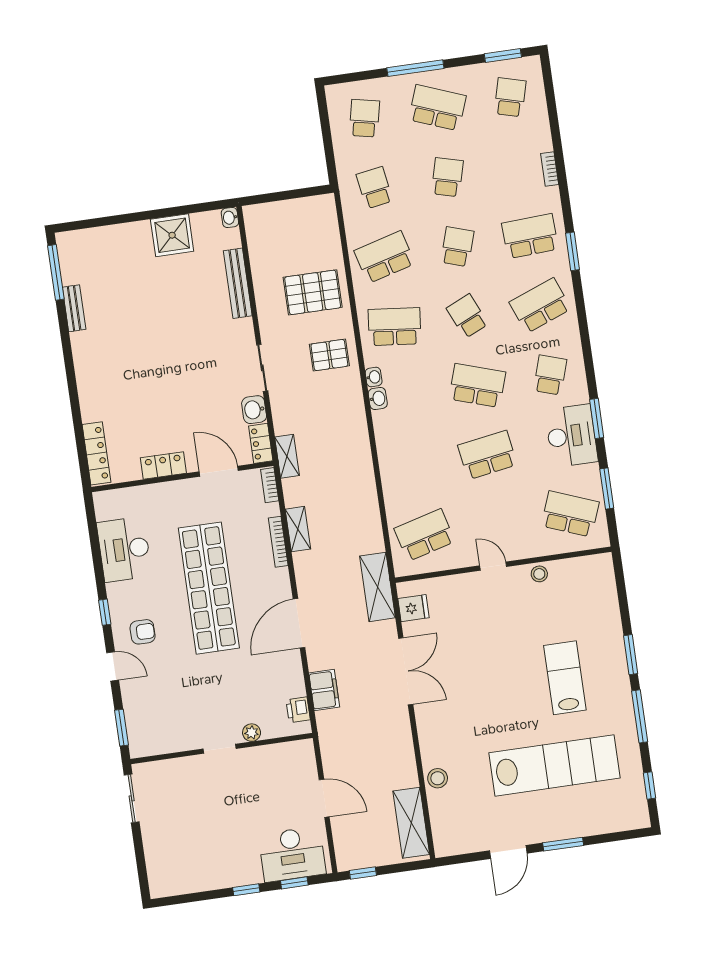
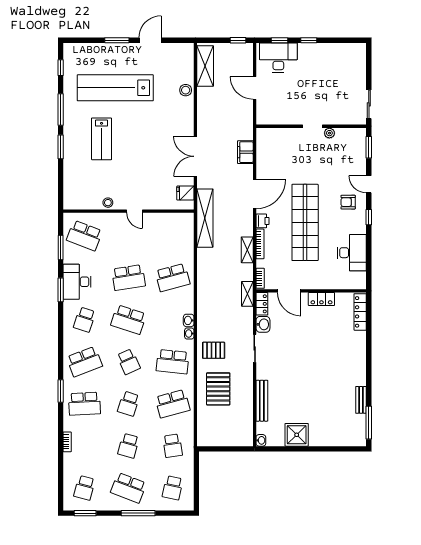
pallet: (313, 292) -> (218, 389), turned 90
school desk: (425, 535) -> (173, 278), moved
shelving: (377, 587) -> (205, 218), width x1.47
printer: (298, 710) -> (262, 221), moved
plant: (252, 733) -> (329, 133), moved

